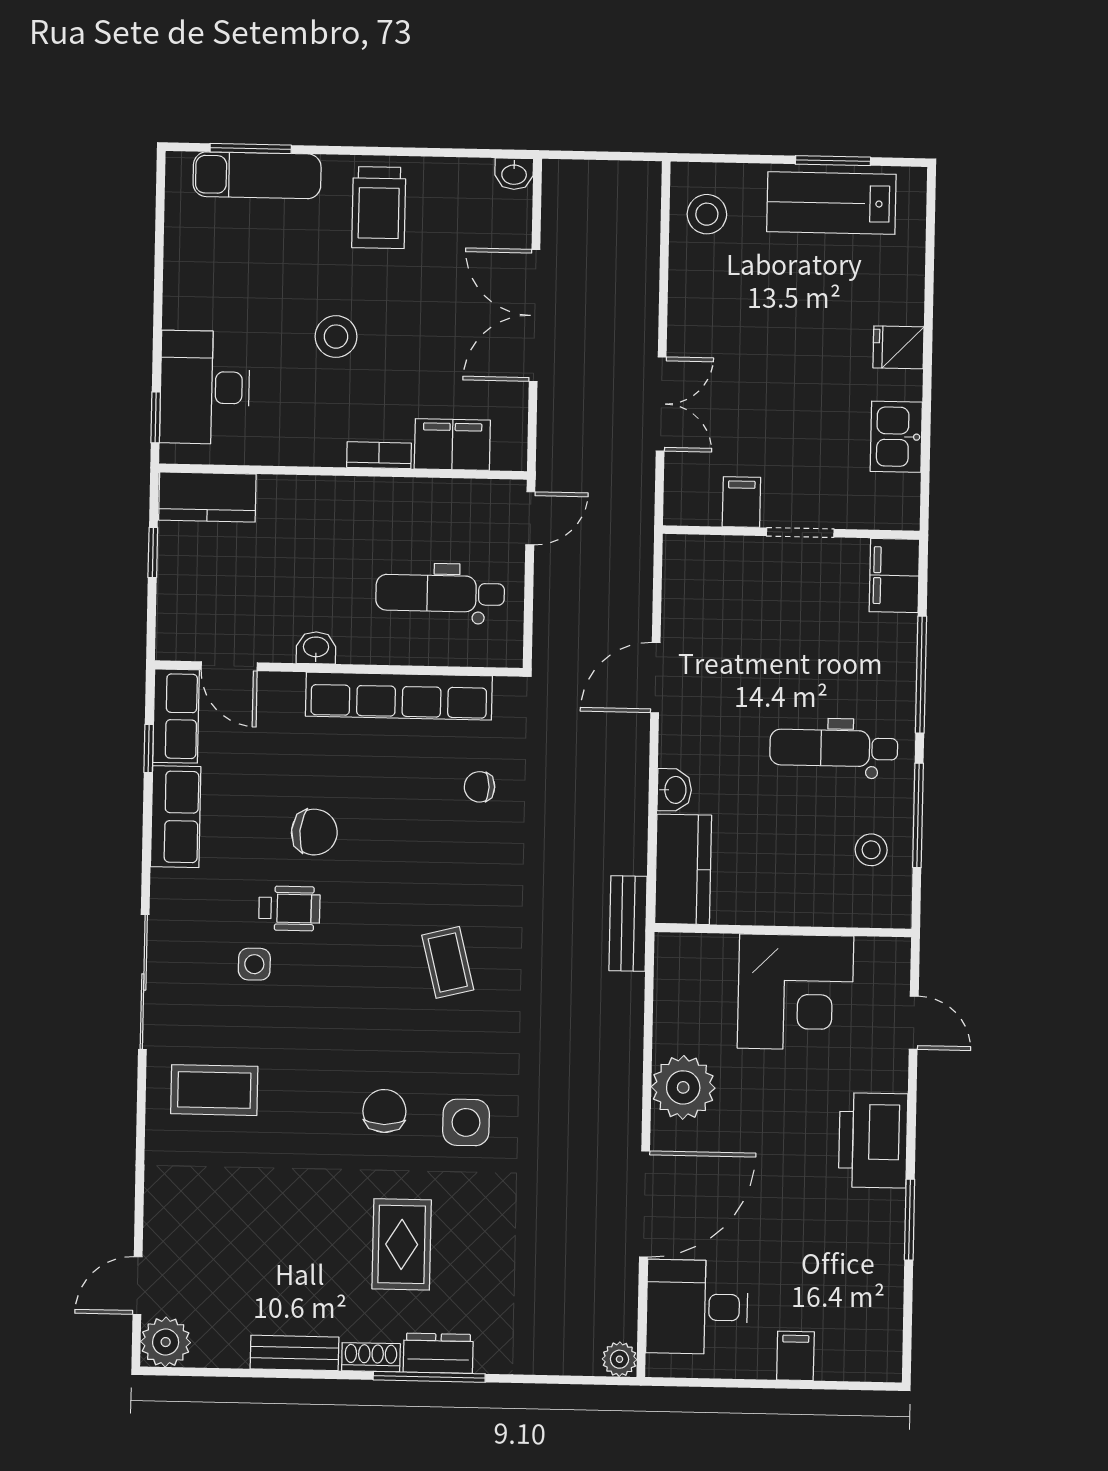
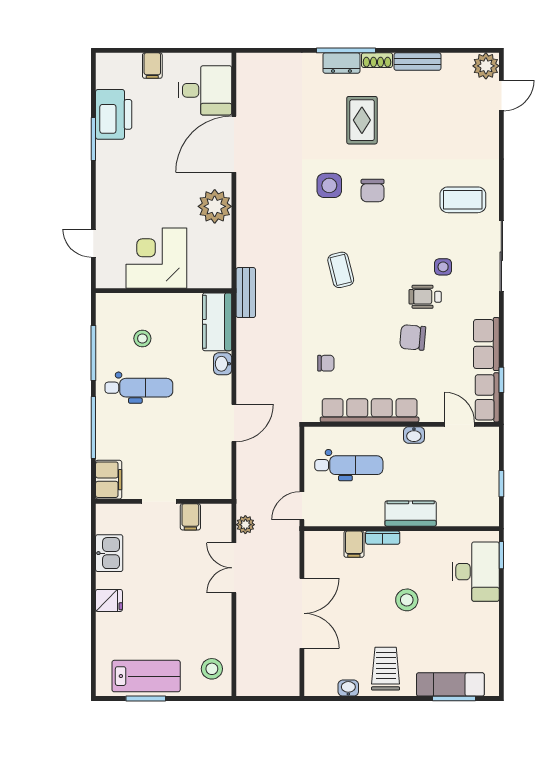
washbasin: (514, 174) -> (348, 688), moved
filing cabinet: (452, 444) -> (354, 544), width x0.50
kitchen counter: (207, 497) -> (411, 514), moved
stool: (871, 850) -> (142, 338), moved
printer: (873, 1140) -> (114, 114), moved
plant: (620, 1359) -> (245, 525), moved

